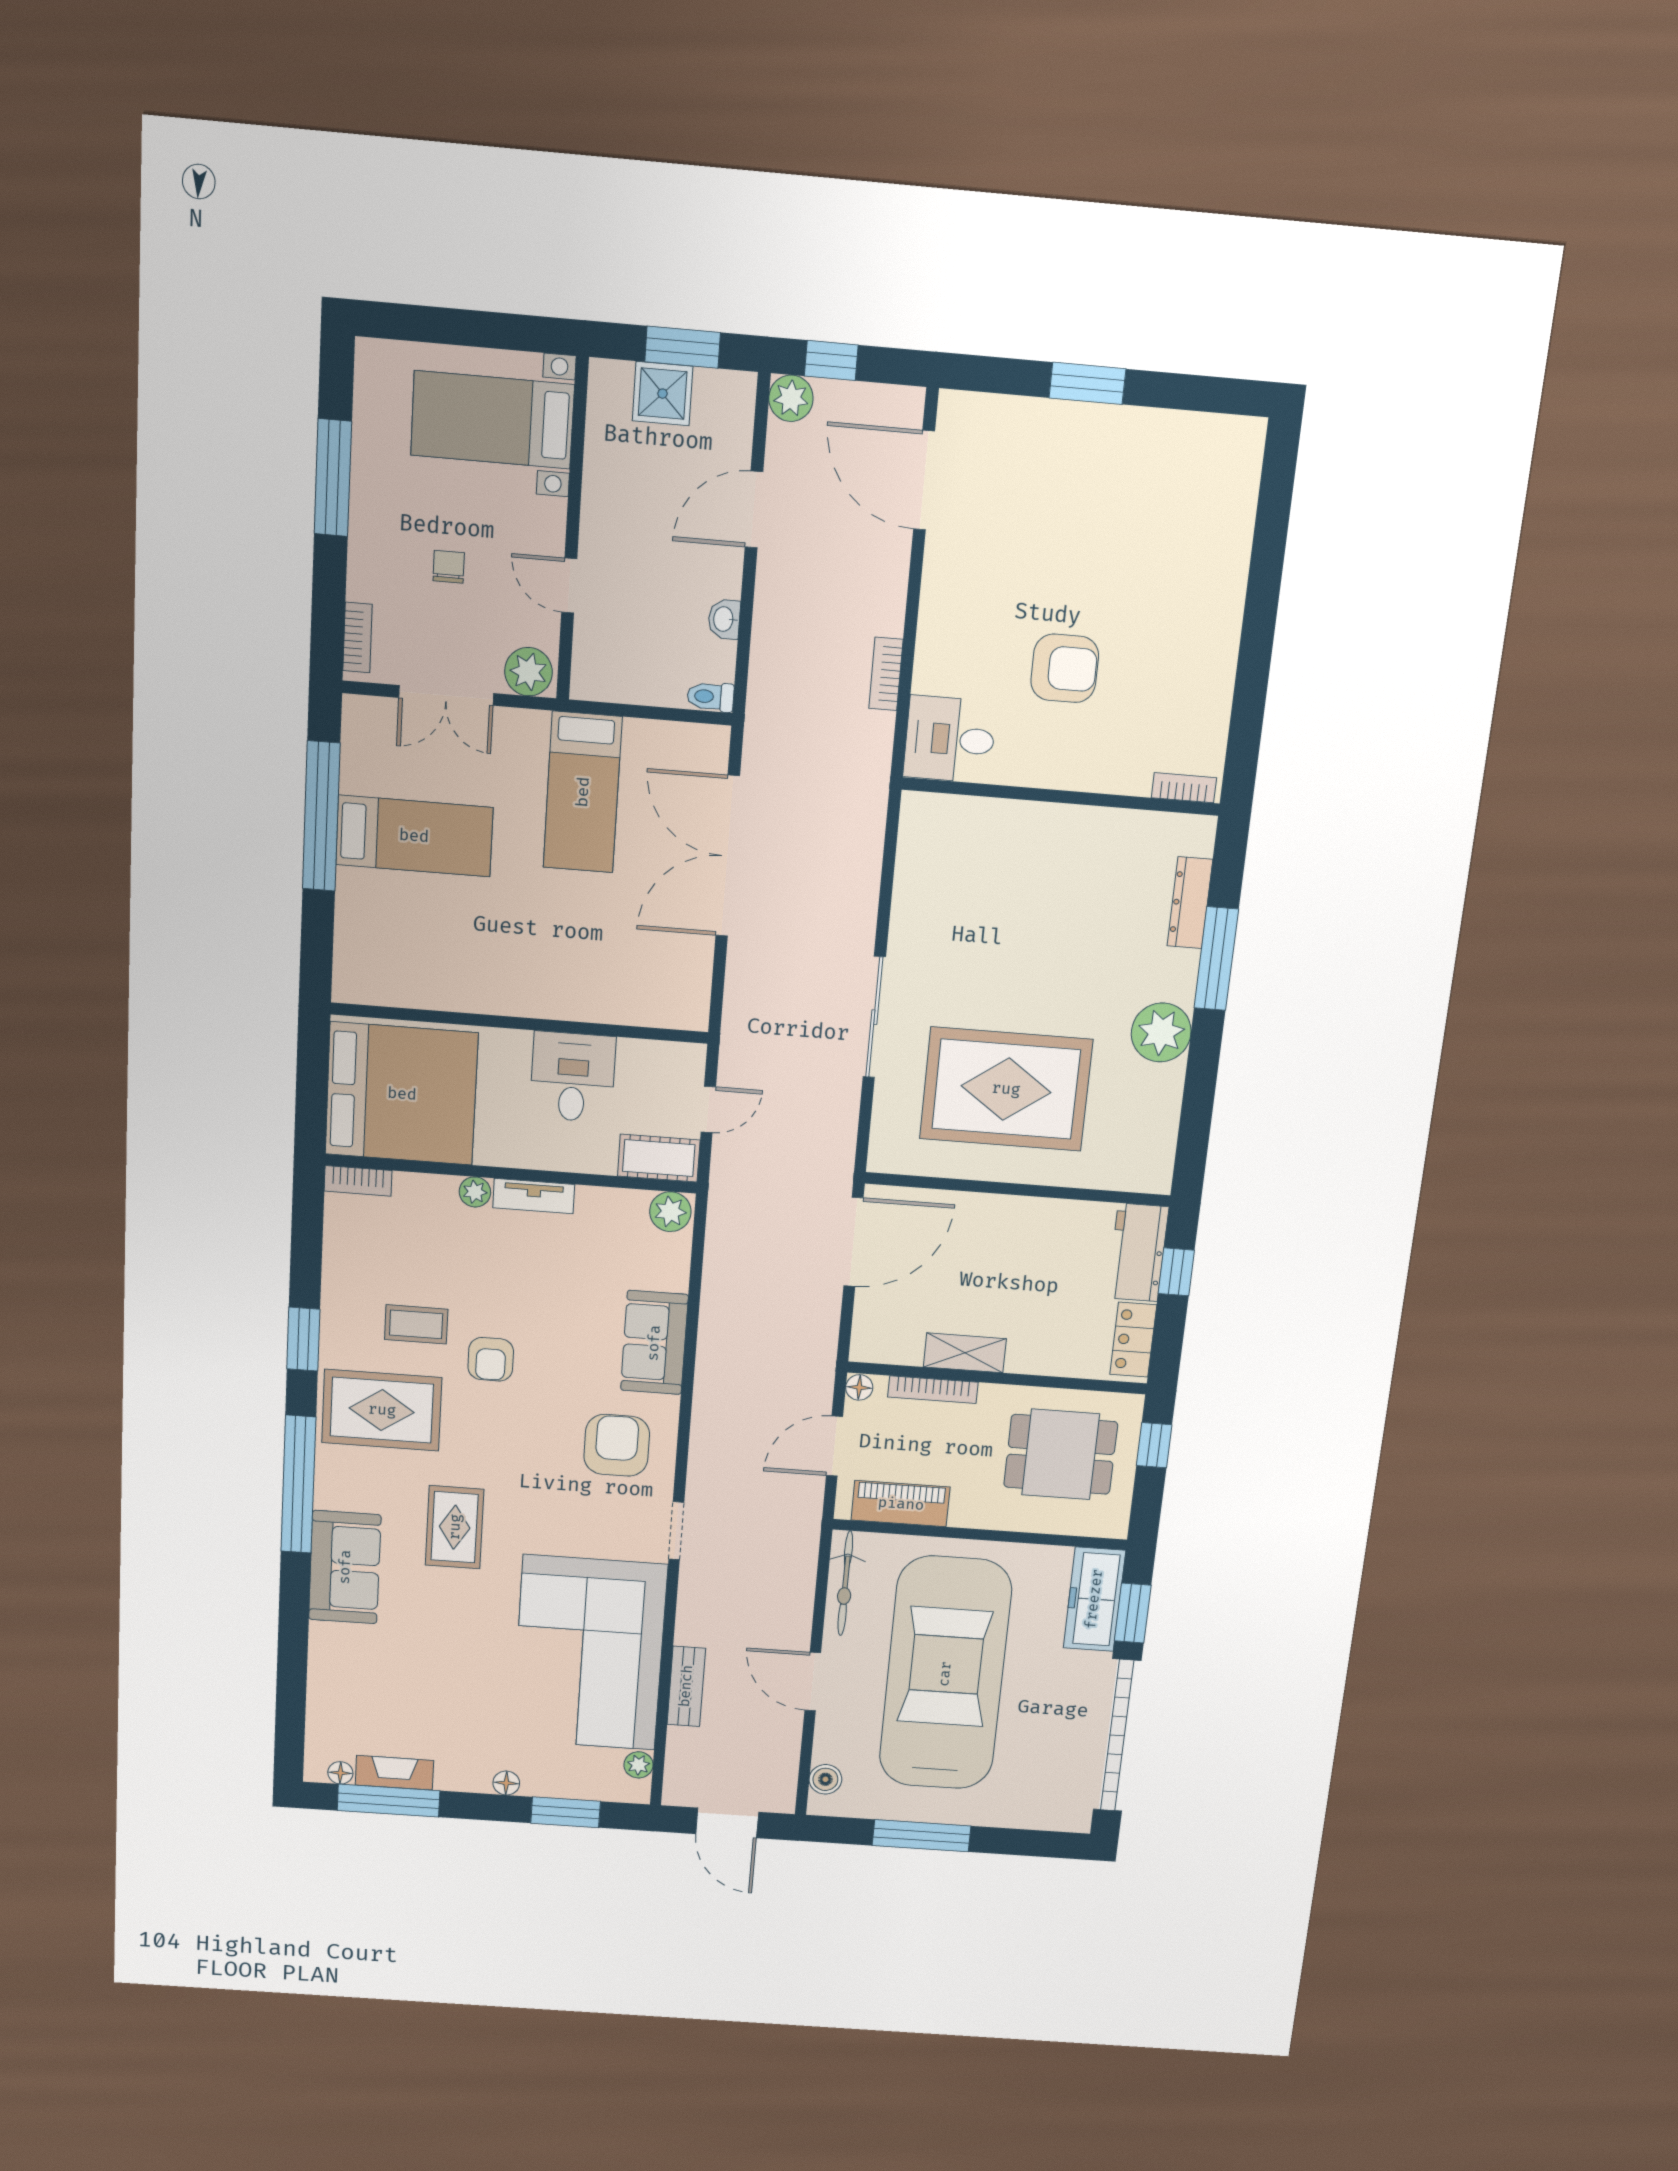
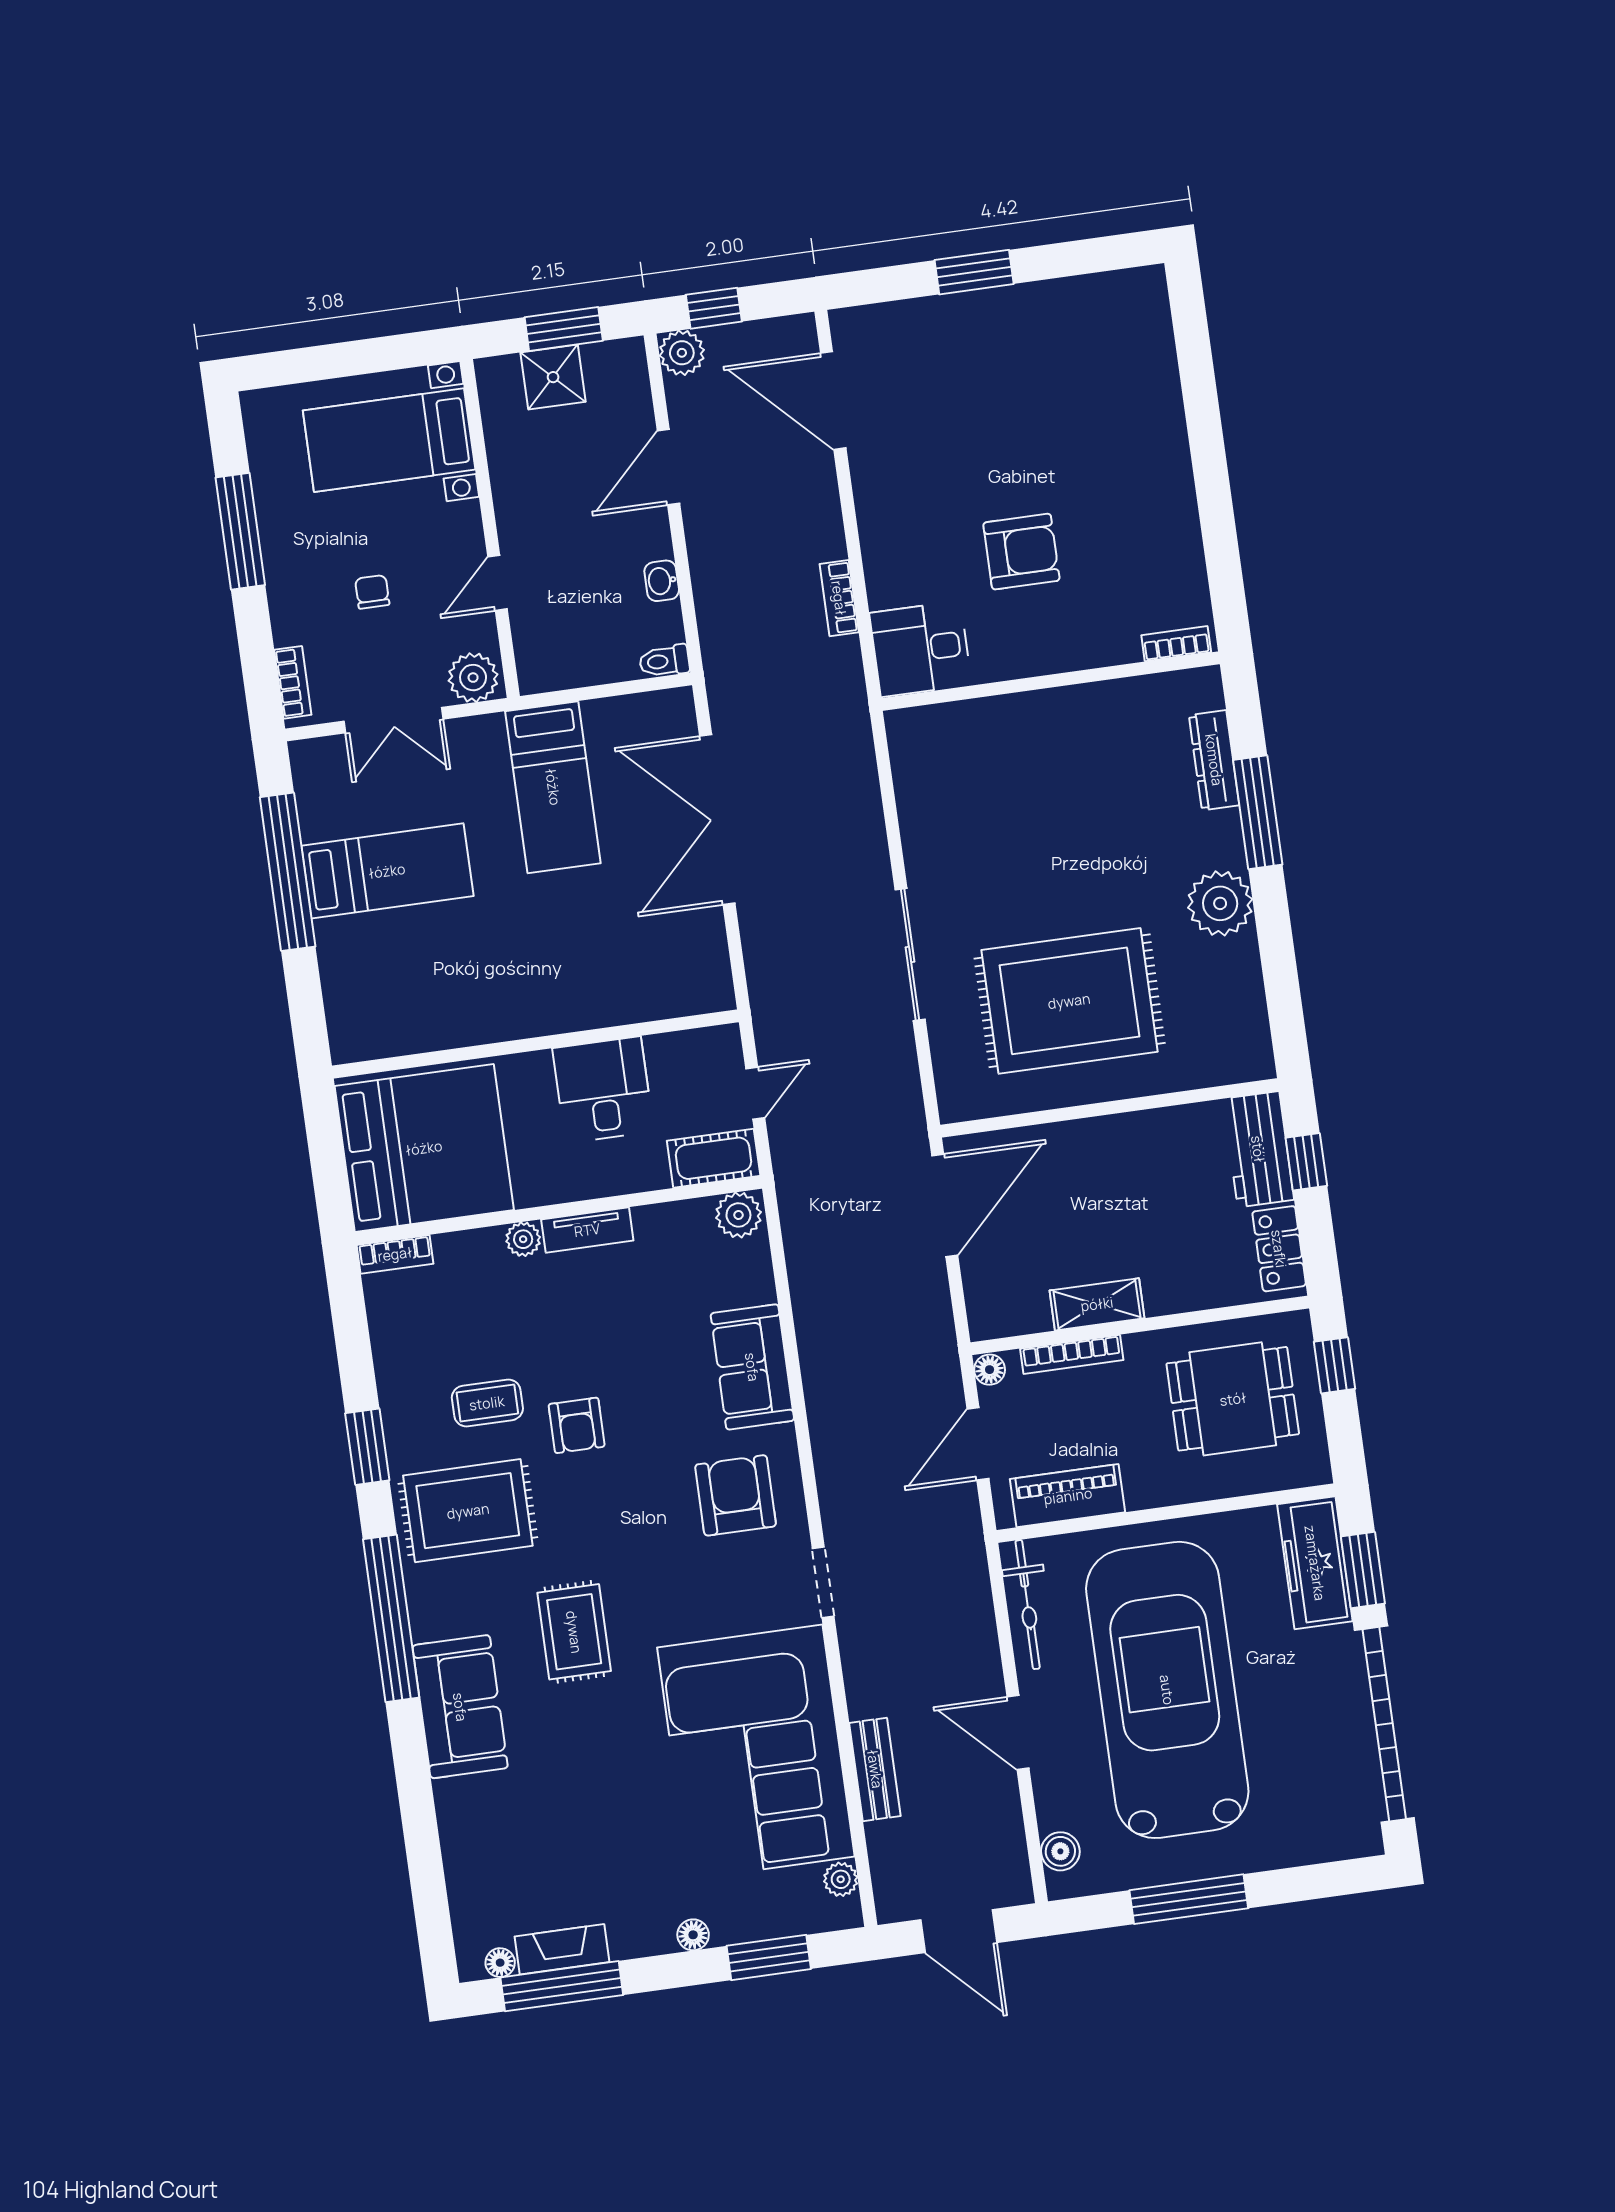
door: (569, 585) -> (498, 583), hinge flipped

